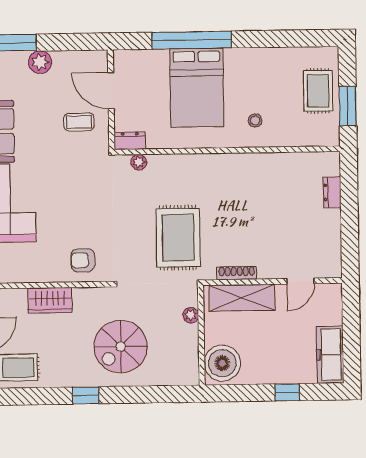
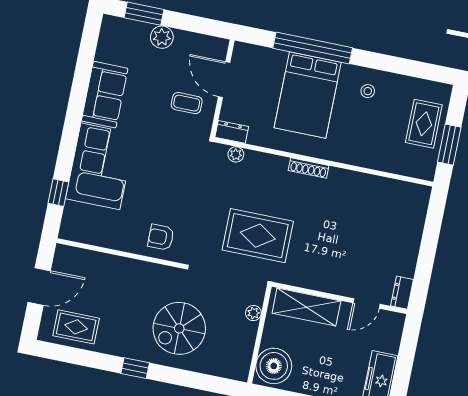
stool: (255, 120) -> (368, 91), moved
dresser: (332, 192) -> (402, 293), moved
rug: (178, 238) -> (258, 236), turned 90
shoe rack: (237, 273) -> (309, 168), moved, turned 180
wardrobe: (50, 300) -> (121, 269), removed

